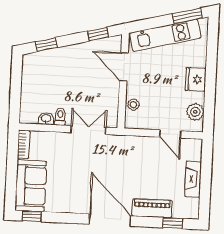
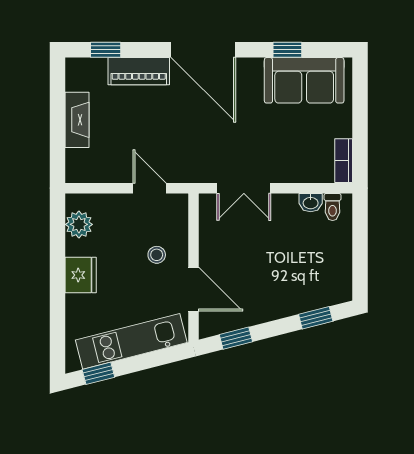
window: (187, 16) -> (98, 373), width x0.67
stool: (133, 105) -> (157, 255), moved
toilet: (60, 117) -> (333, 207), moved
door: (170, 134) -> (149, 188), moved
sofa: (31, 186) -> (304, 80), moved, turned -90
window: (32, 216) -> (287, 50), moved

